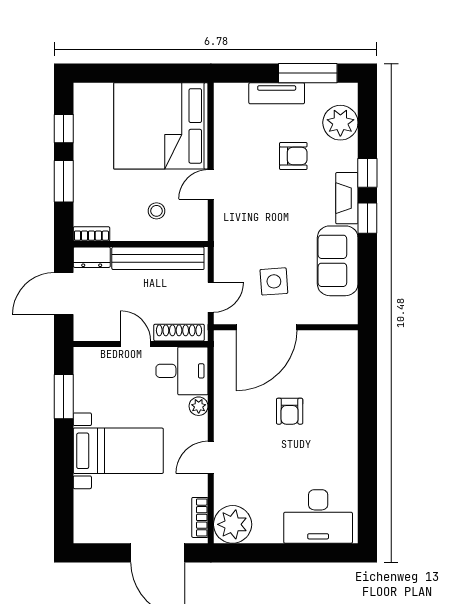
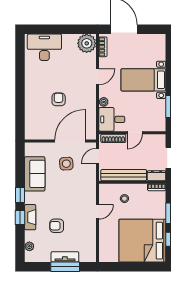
window: (308, 73) -> (65, 267), moved
plant: (340, 123) -> (29, 246), width x0.53, depth x0.53
bed: (161, 126) -> (142, 241), moved, turned 180
fireplace: (347, 198) -> (30, 217), moved
door: (136, 344) -> (135, 133), hinge flipped

